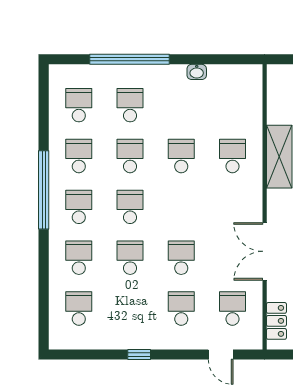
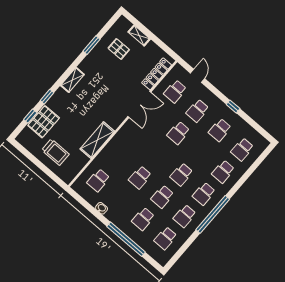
school desk: (232, 156) -> (98, 180), moved
school desk: (130, 258) -> (220, 130), moved
locker: (276, 321) -> (157, 74), width x1.53

